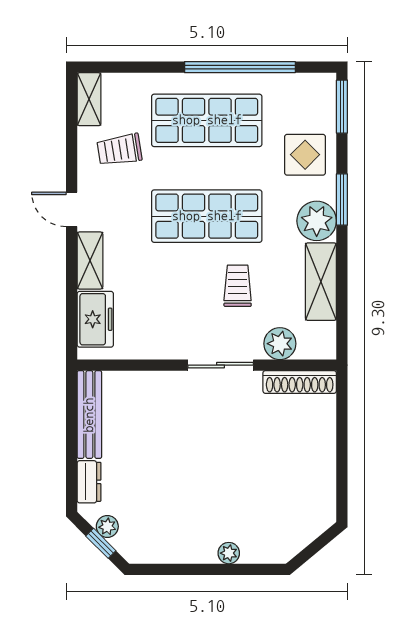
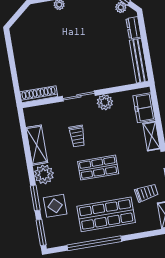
window: (342, 200) -> (35, 198), moved
shop shelf: (207, 216) -> (98, 168), width x0.70, depth x0.74
plant: (280, 344) -> (105, 102), moved

